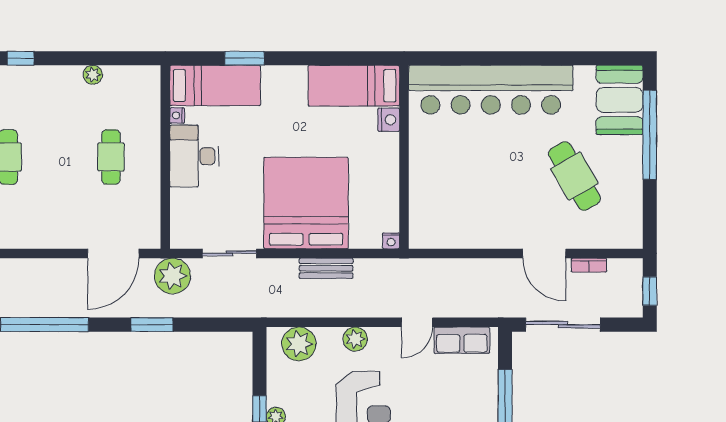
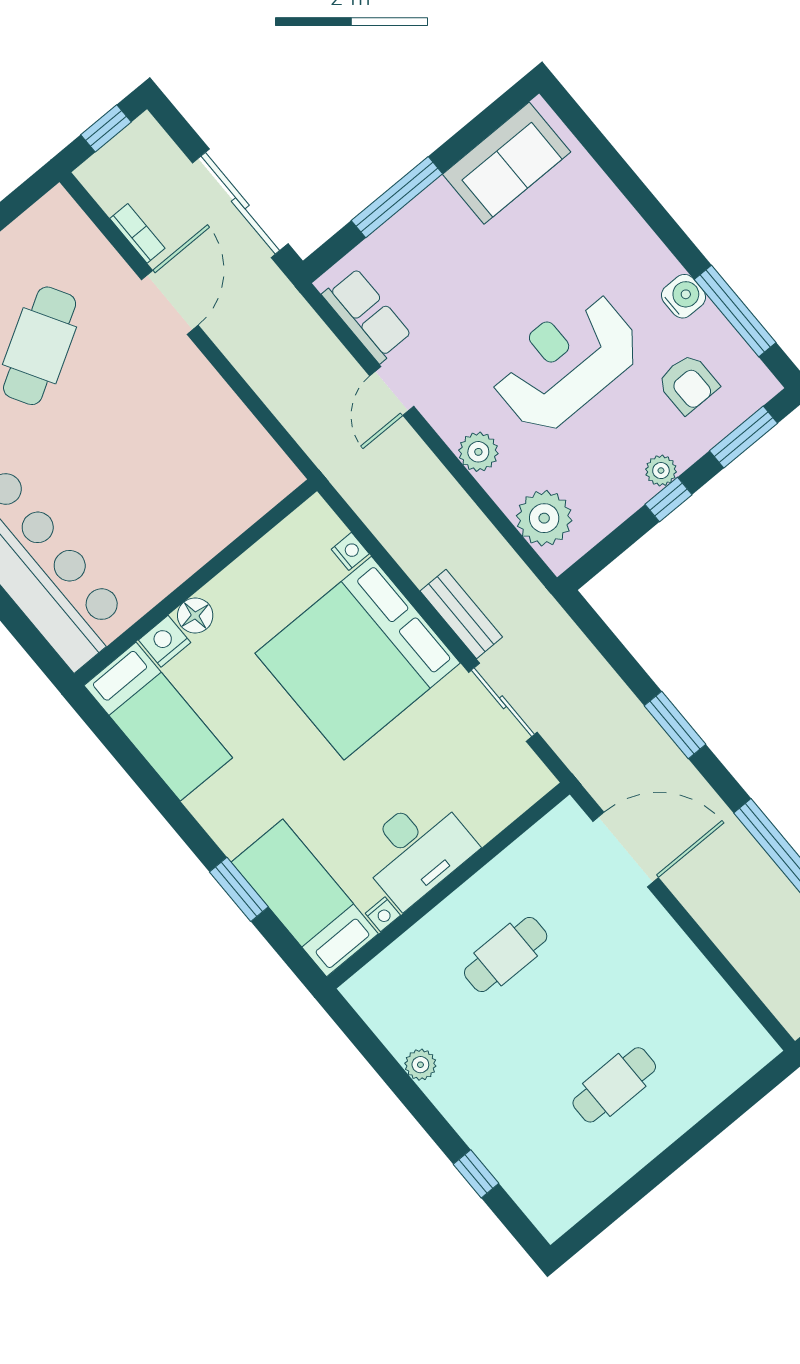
floor lamp: (389, 144) -> (195, 616), added
nightstand: (391, 241) -> (350, 551), moved
bench: (326, 268) -> (461, 614), moved
plant: (172, 276) -> (592, 751), removed
door: (417, 322) -> (392, 391), swing flipped

